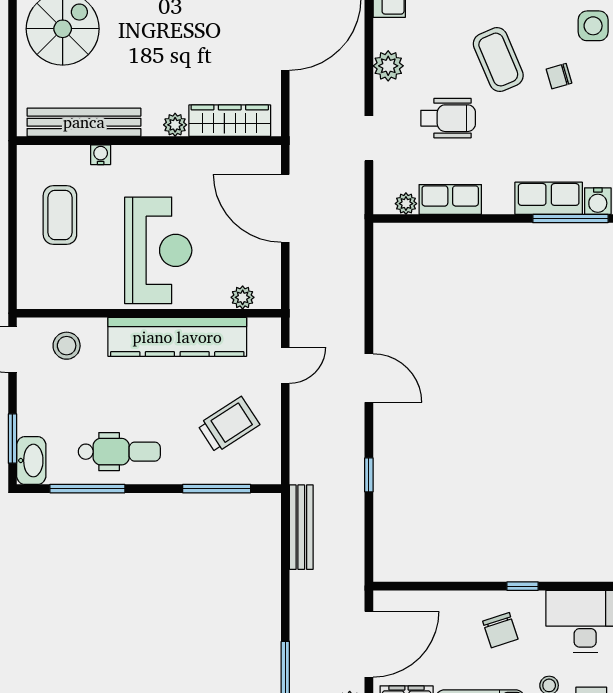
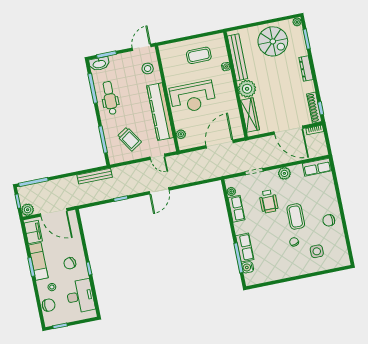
coffee table: (498, 60) -> (296, 216), turned -67
plant: (175, 125) -> (247, 89), width x1.88, depth x1.88
dental chair: (119, 452) -> (110, 98), turned 180

